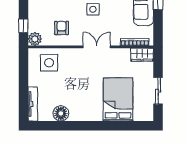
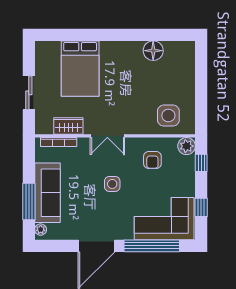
wardrobe: (142, 55) -> (68, 126), moved
sliding door: (158, 91) -> (29, 93), moved
tv unit: (33, 104) -> (189, 63), removed

